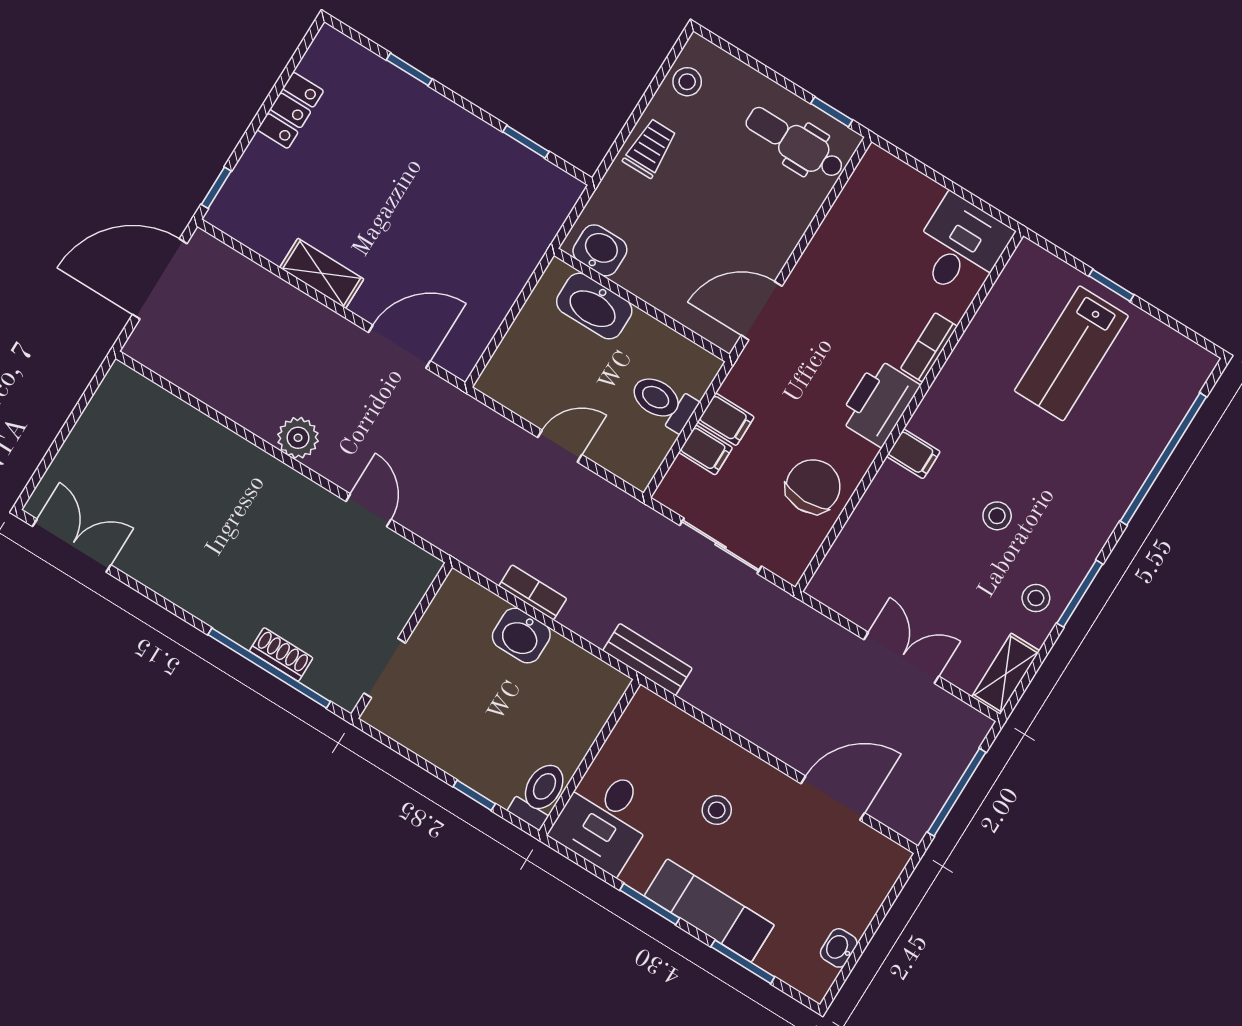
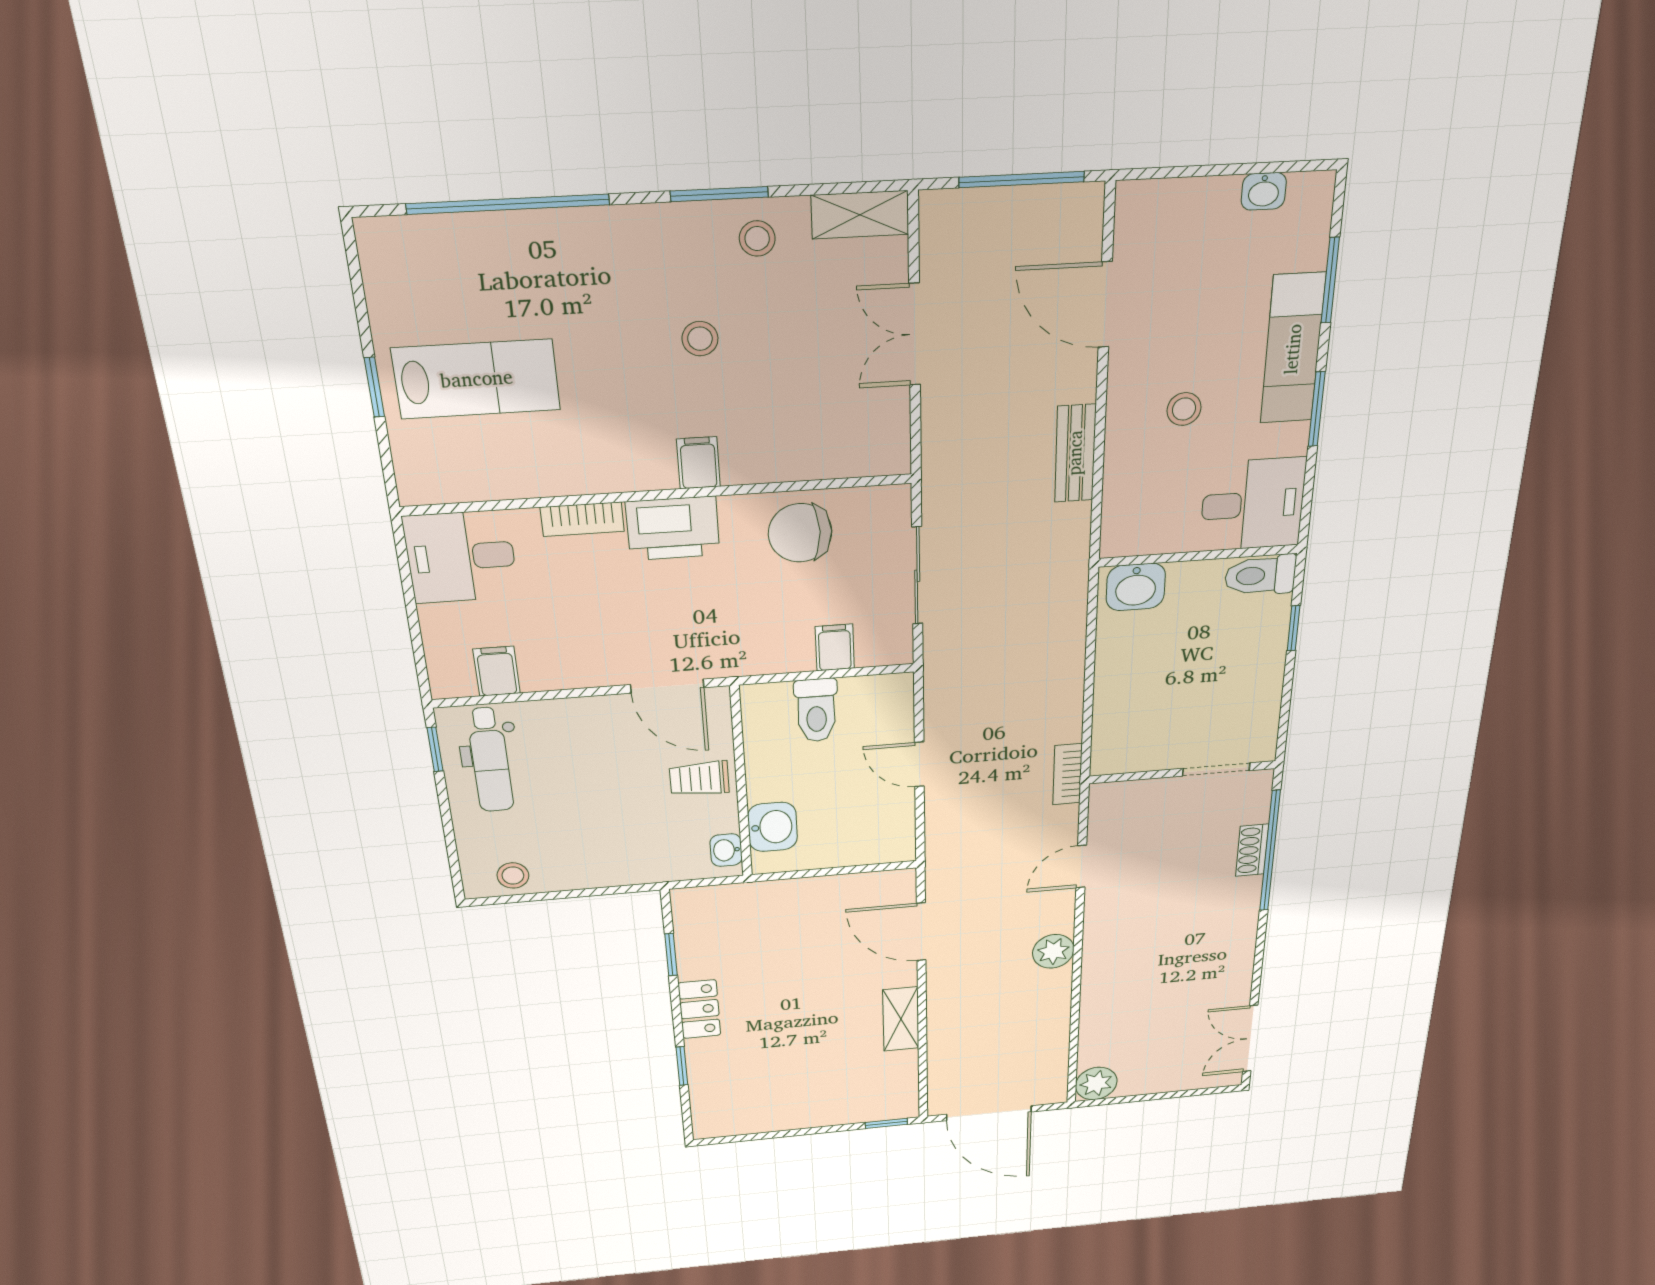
locker: (290, 110) -> (699, 1009), moved, turned 90
trolley: (650, 148) -> (699, 779), moved
washbasin: (600, 250) -> (726, 850), width x0.72, depth x0.69
washbasin: (594, 306) -> (772, 827), width x0.72
plant: (122, 388) -> (1096, 1083), added
filing cabinet: (726, 419) -> (497, 671), moved
bookcase: (533, 592) -> (1067, 774), moved
washbasin: (521, 635) -> (1136, 587), moved, turned 90
bench: (647, 659) -> (1075, 453), moved

